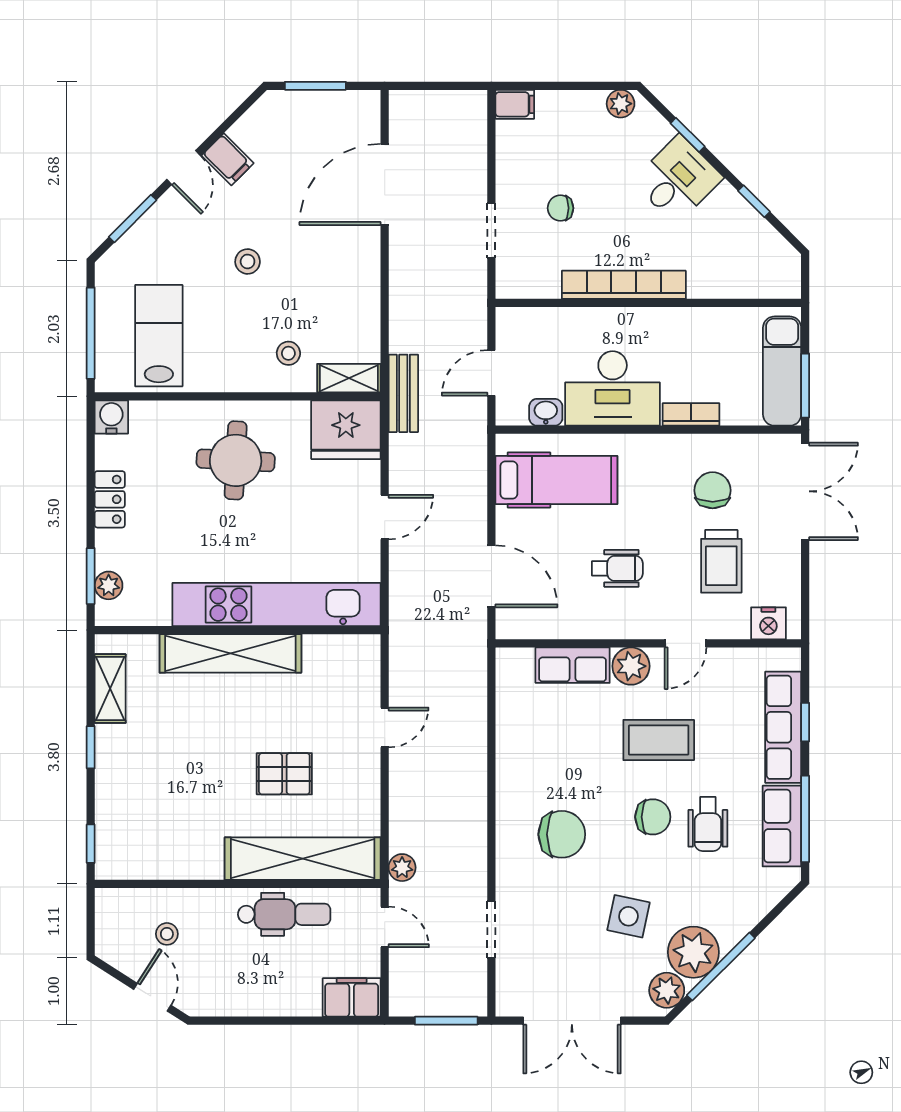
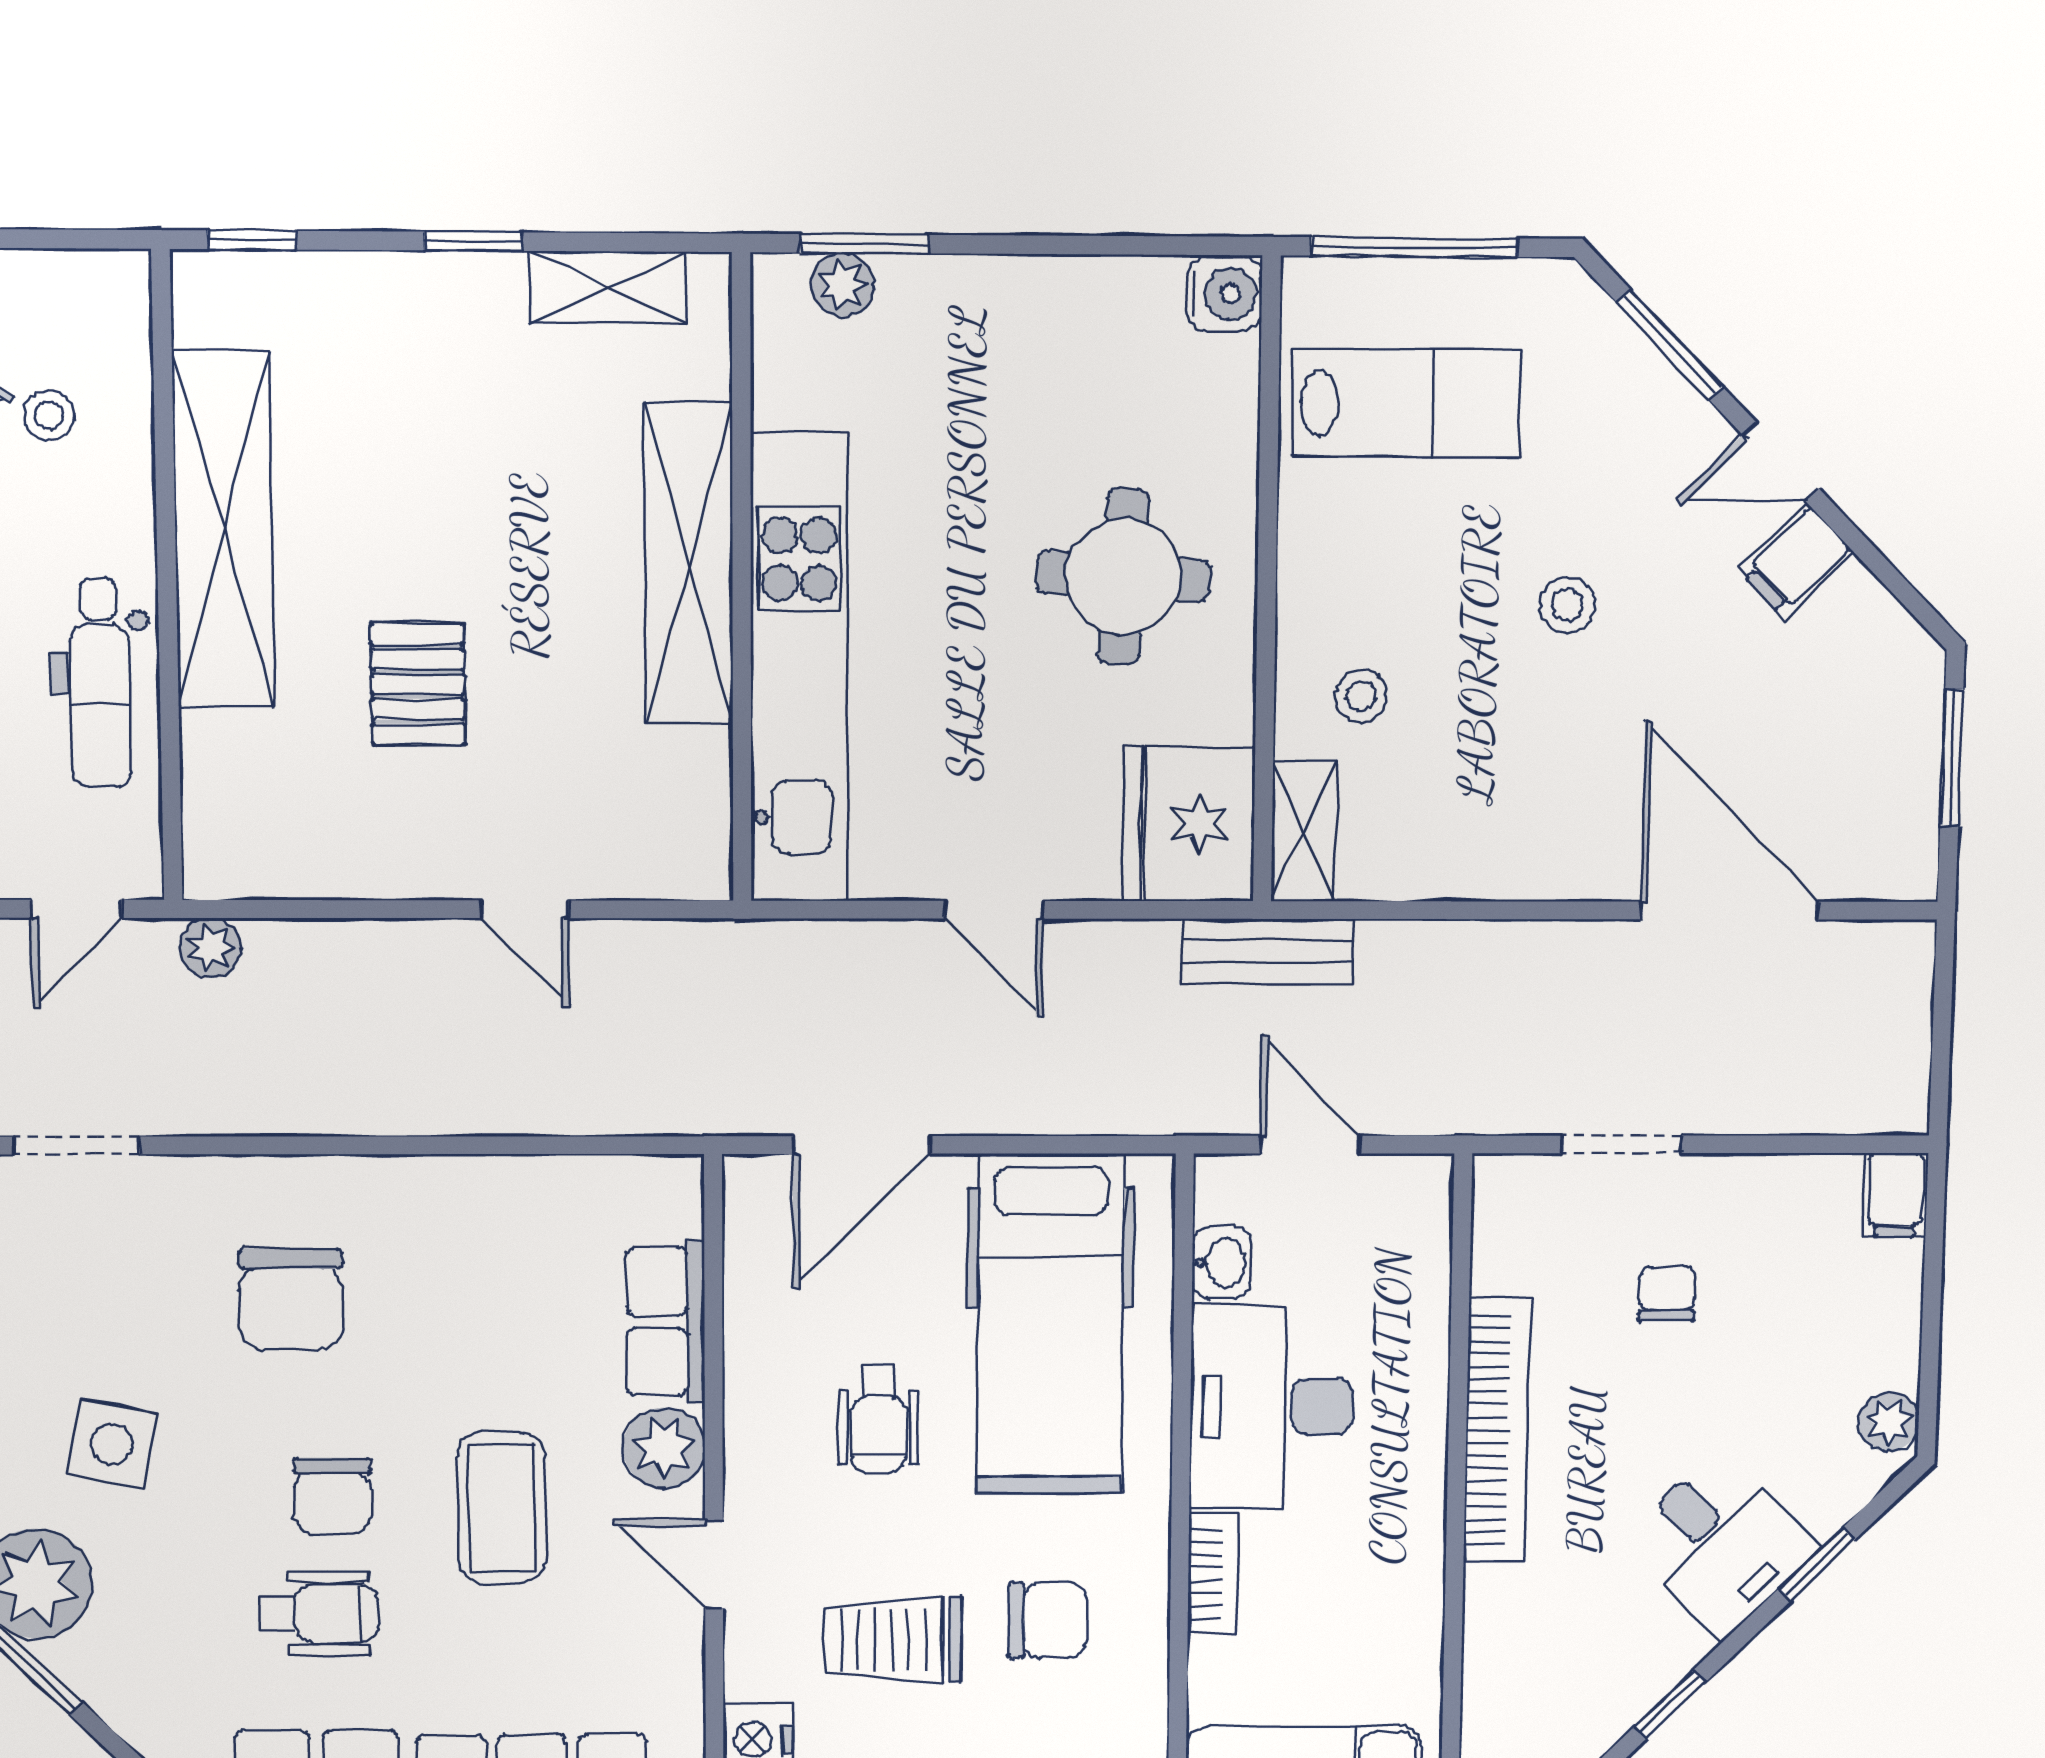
hospital bed: (556, 480) -> (1050, 1324), width x1.37, depth x1.29
locker: (110, 499) -> (1038, 289), removed
wheelchair: (708, 824) -> (319, 1613), turned 180
shelving: (303, 859) -> (223, 530), moved

